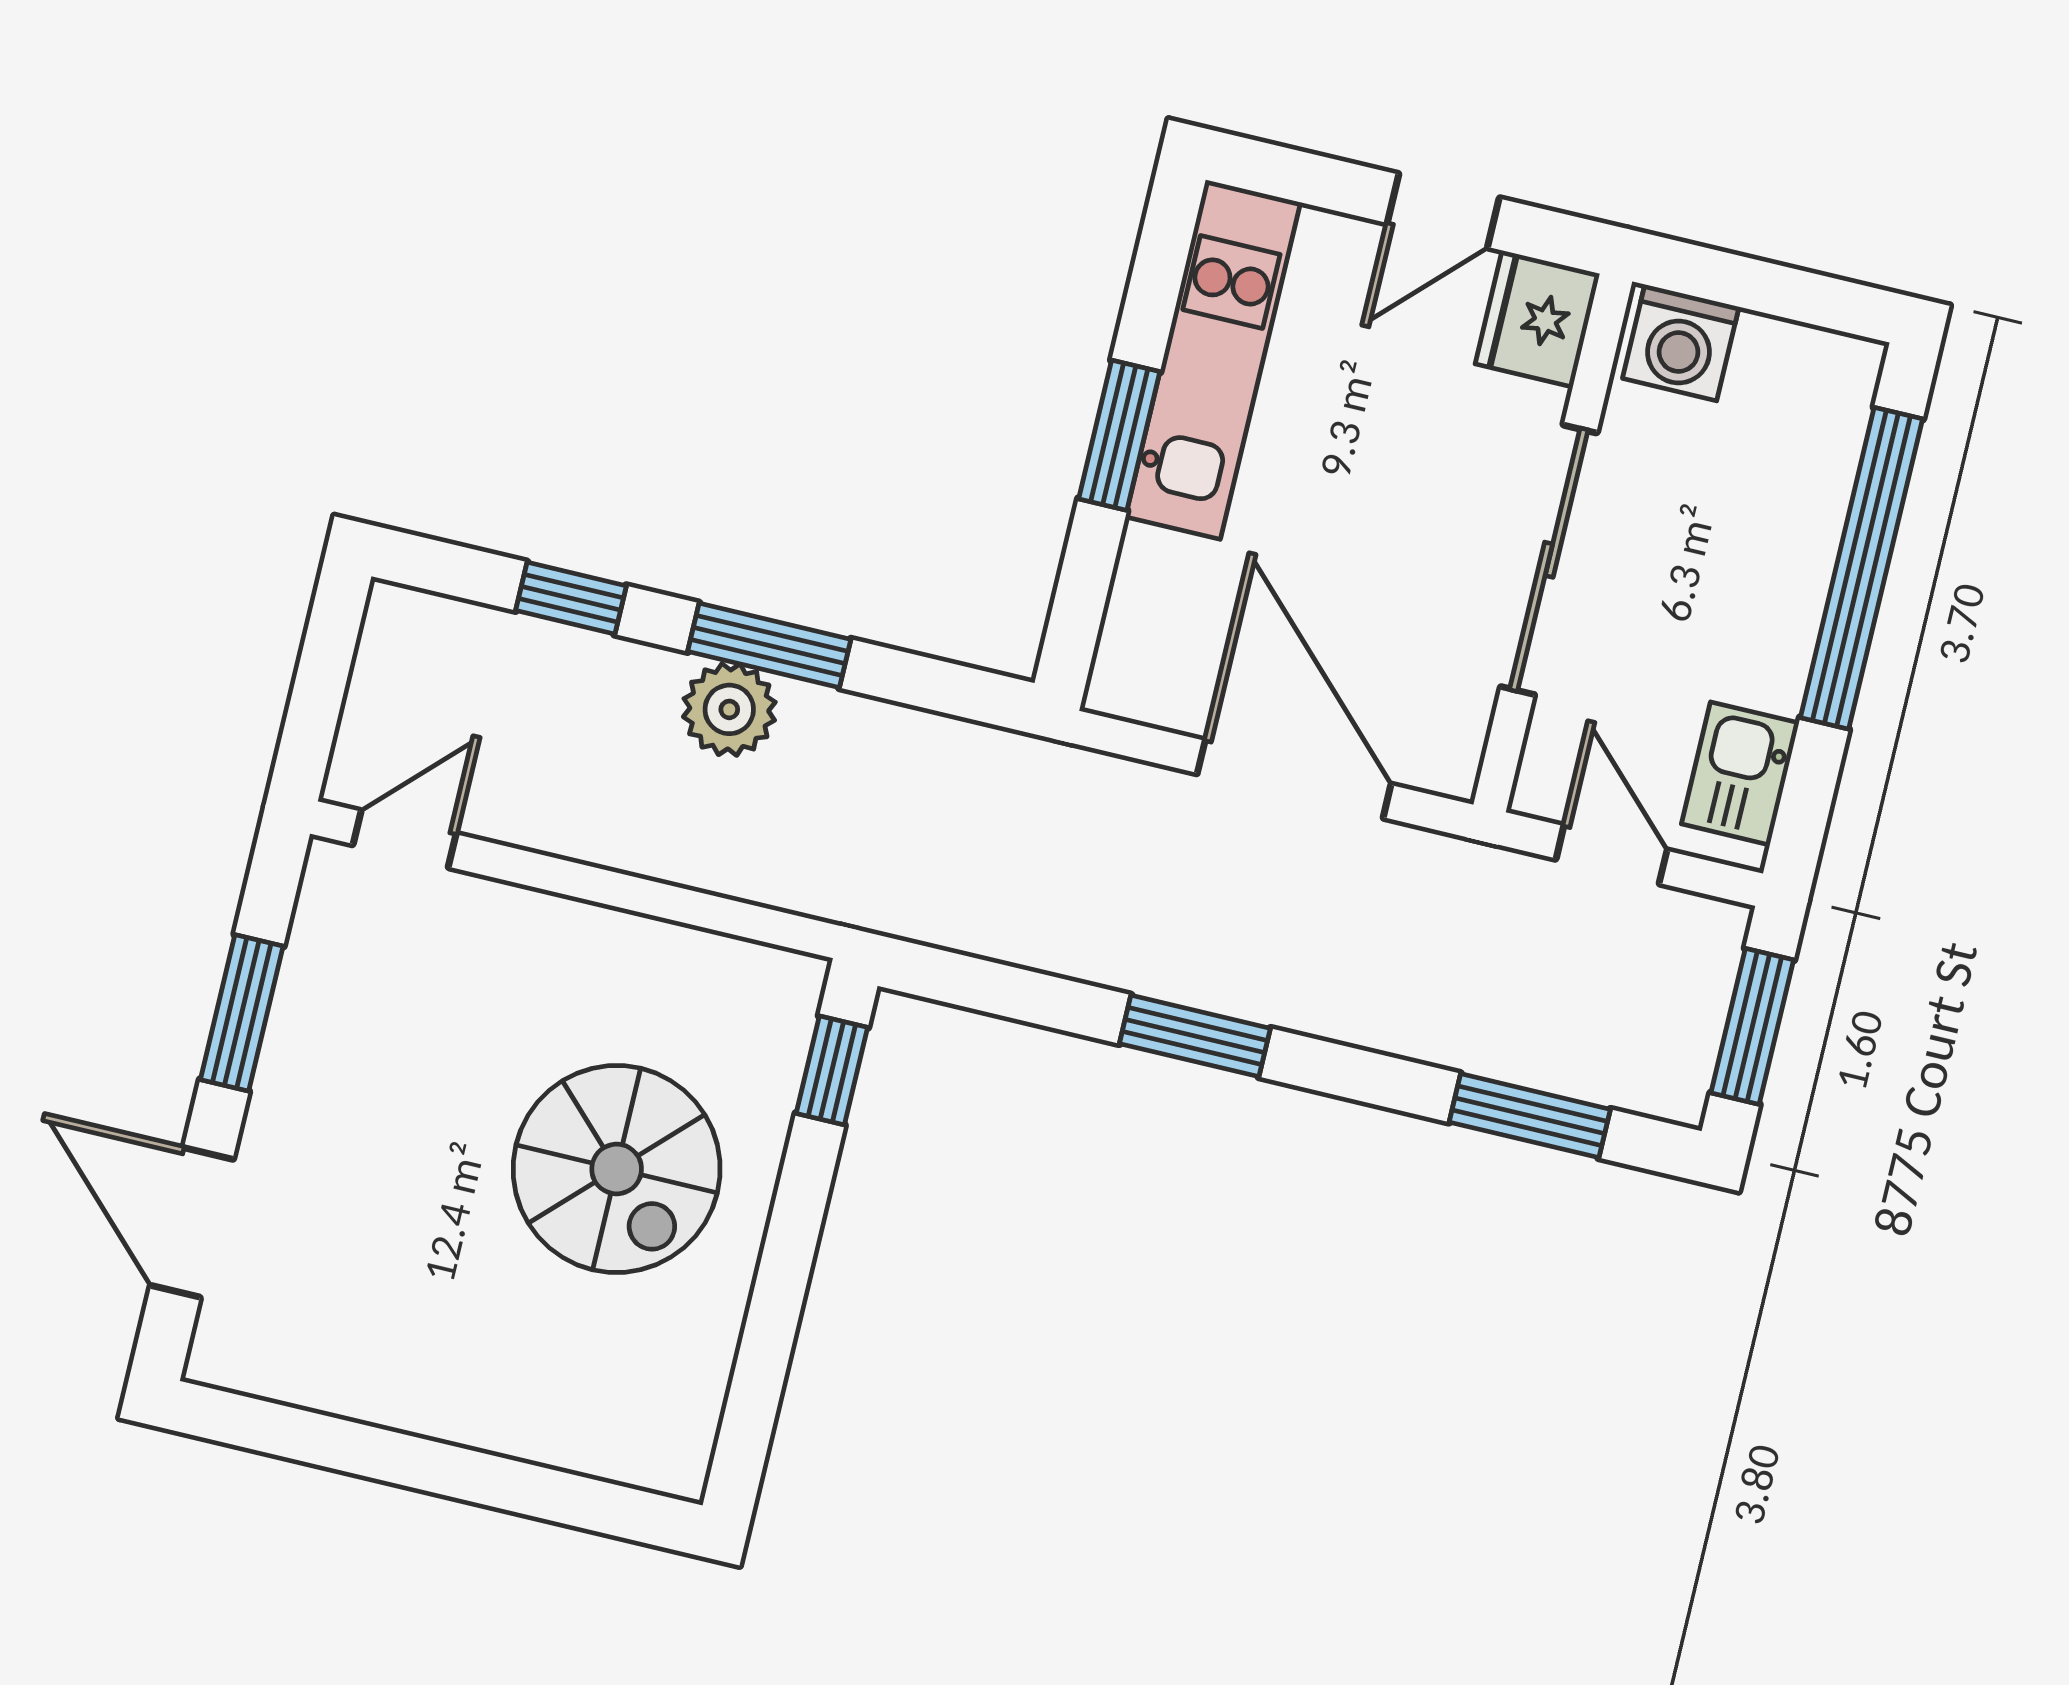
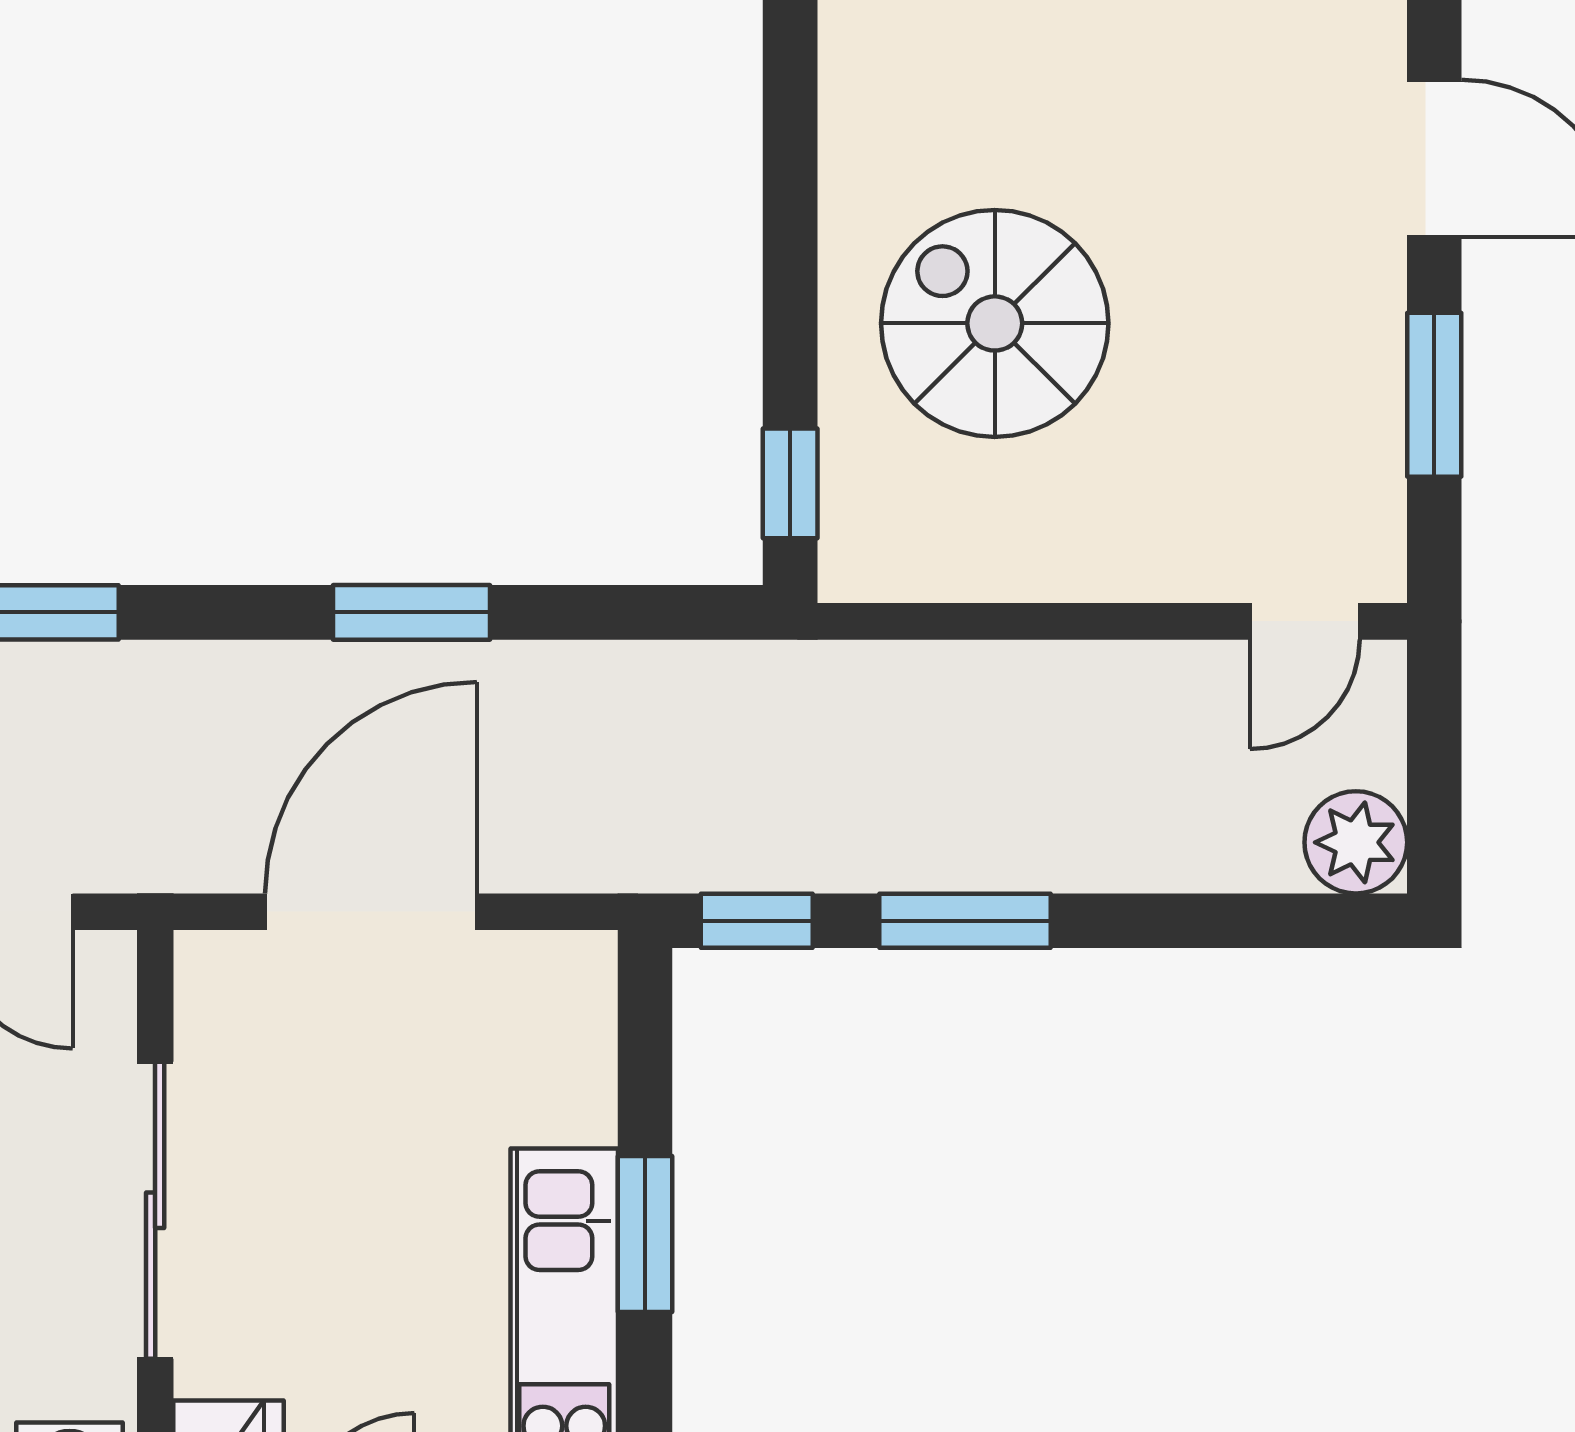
window: (571, 598) -> (757, 921), moved
plant: (729, 709) -> (1356, 842), moved
door: (1294, 779) -> (371, 912), swing flipped

